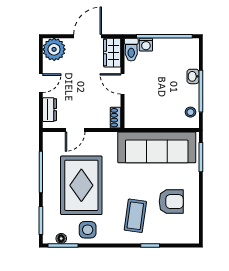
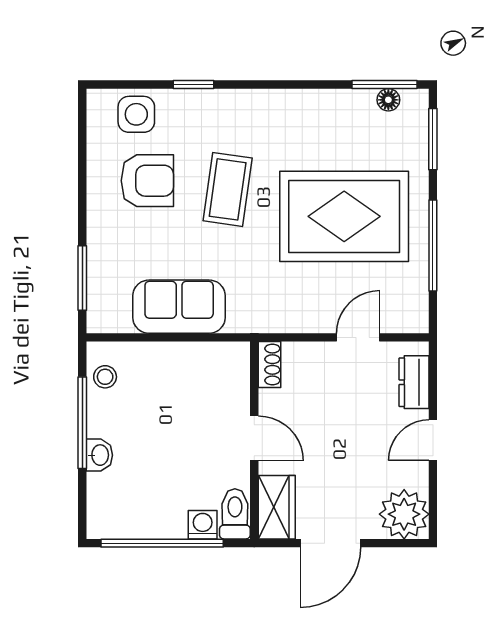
sofa: (157, 147) -> (179, 307), width x0.54, depth x0.79
rug: (81, 185) -> (344, 216), turned 90
armchair: (171, 202) -> (147, 181), turned 180
coffee table: (135, 216) -> (228, 189), moved
side table: (88, 230) -> (136, 114), moved

